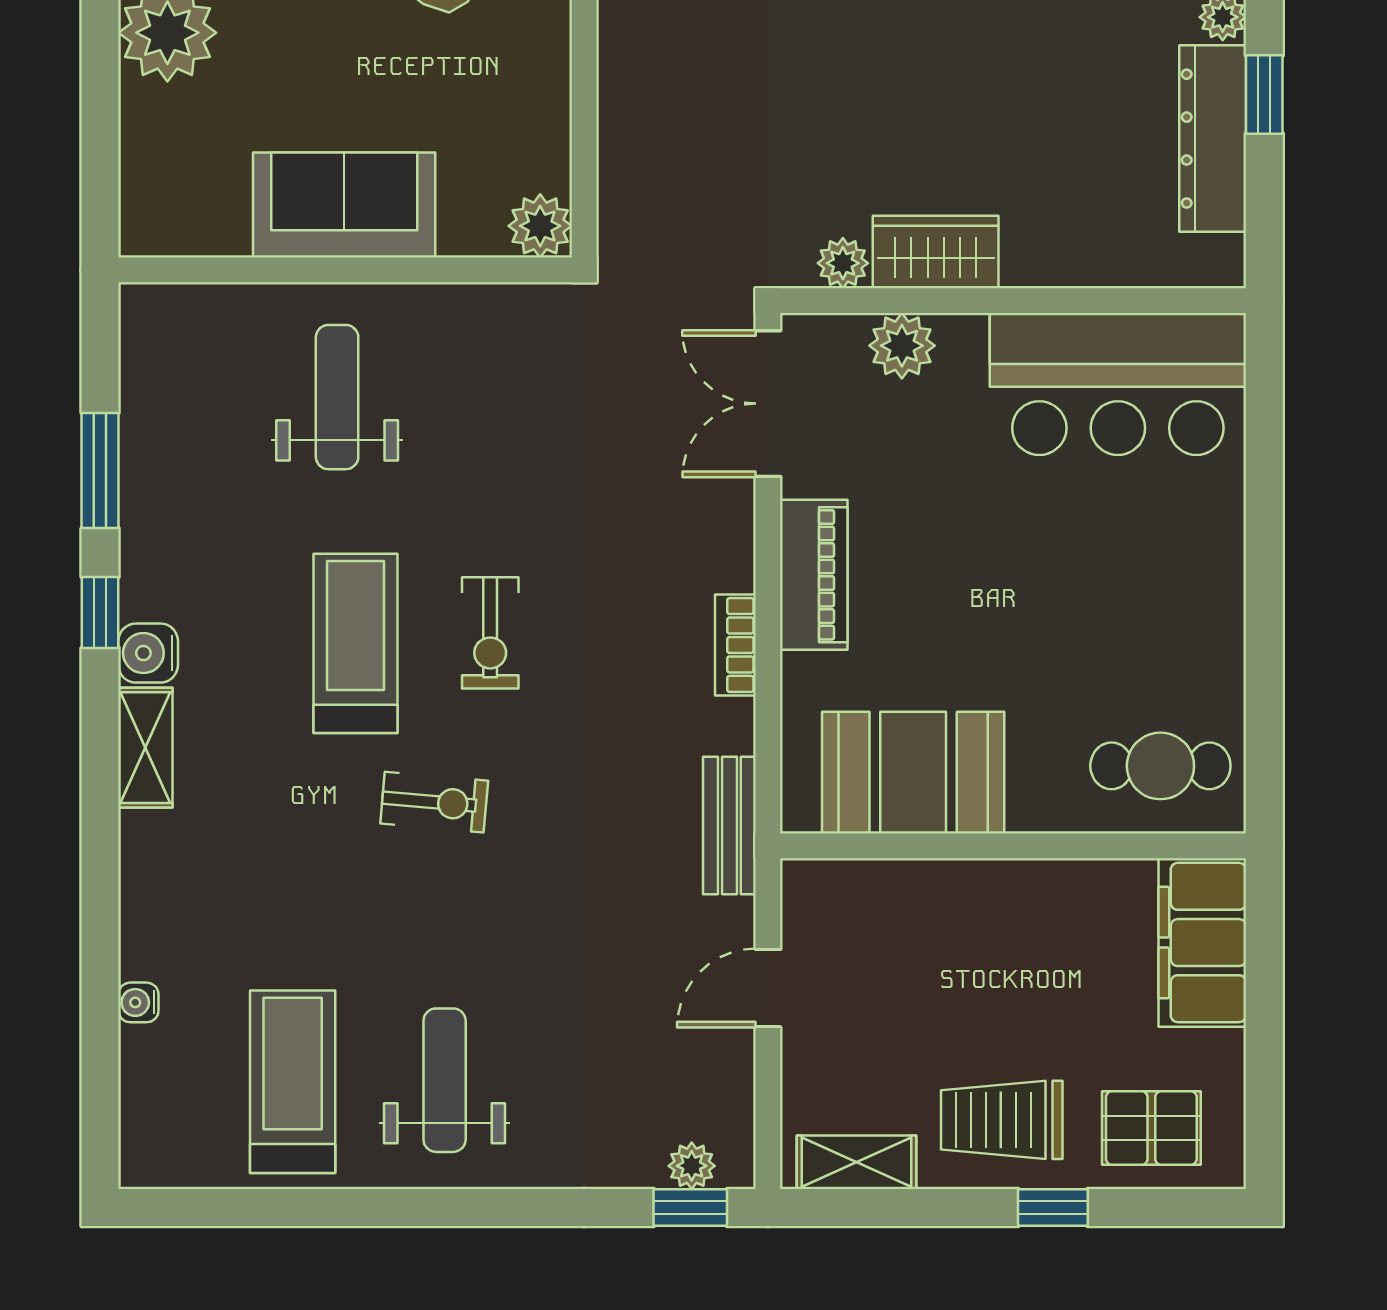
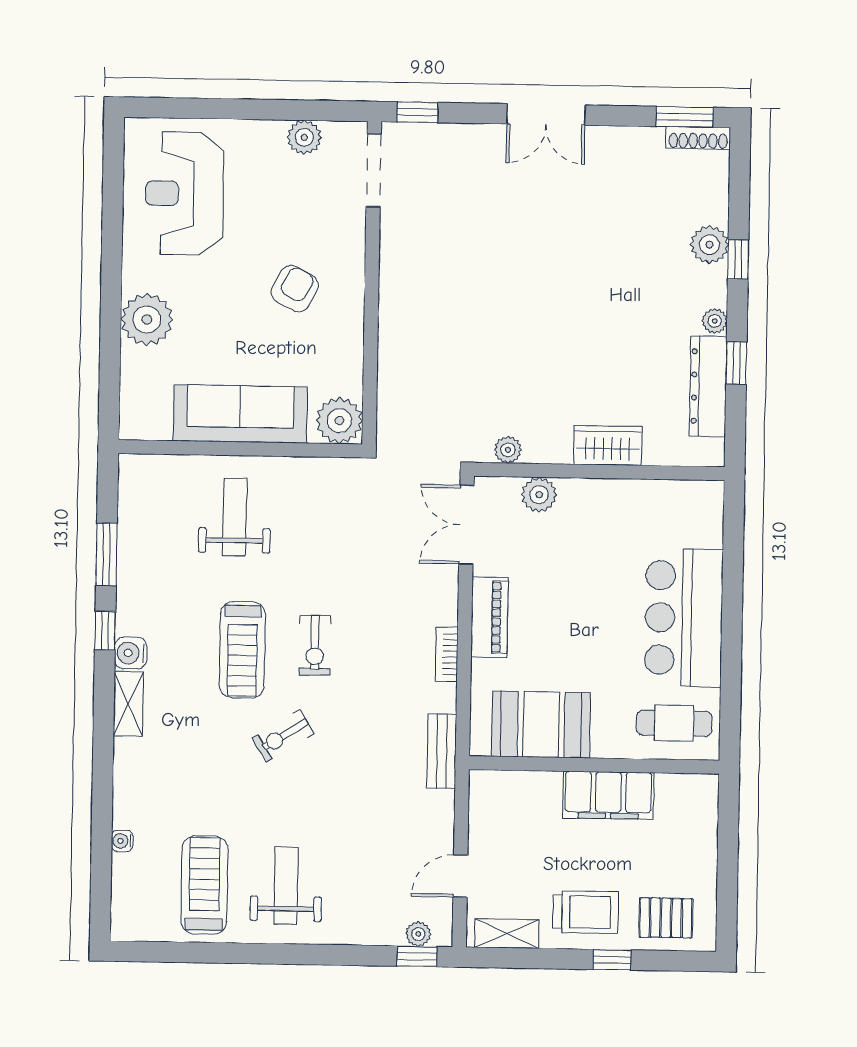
sofa: (344, 205) -> (240, 414), width x1.36
plant: (540, 226) -> (339, 421), width x1.36, depth x1.36
wardrobe: (936, 252) -> (608, 446), moved
bar counter: (1118, 384) -> (684, 618), moved, turned 90
treadmill: (355, 643) -> (242, 650), turned 180
exercise bike: (434, 802) -> (283, 736), turned 143
filing cabinet: (1202, 943) -> (608, 795), moved, turned -90
door: (768, 988) -> (460, 876), moved
trolley: (1002, 1120) -> (585, 912), turned 180

